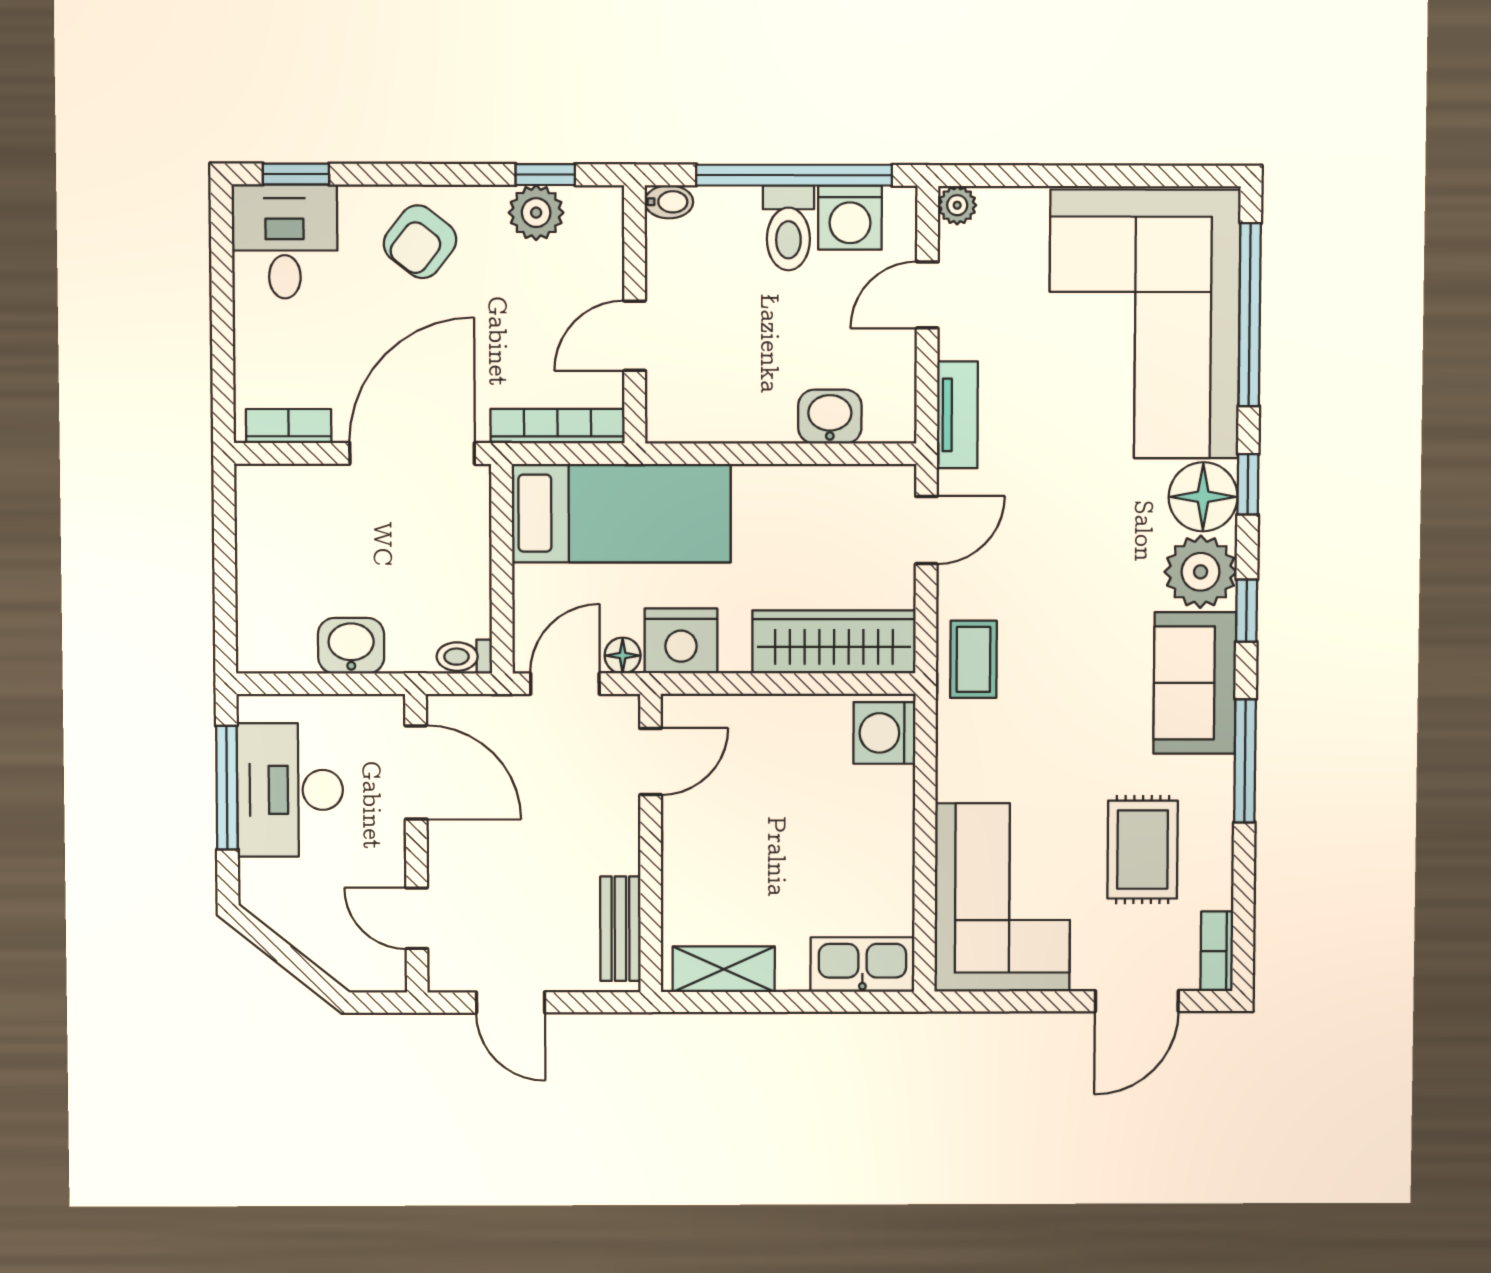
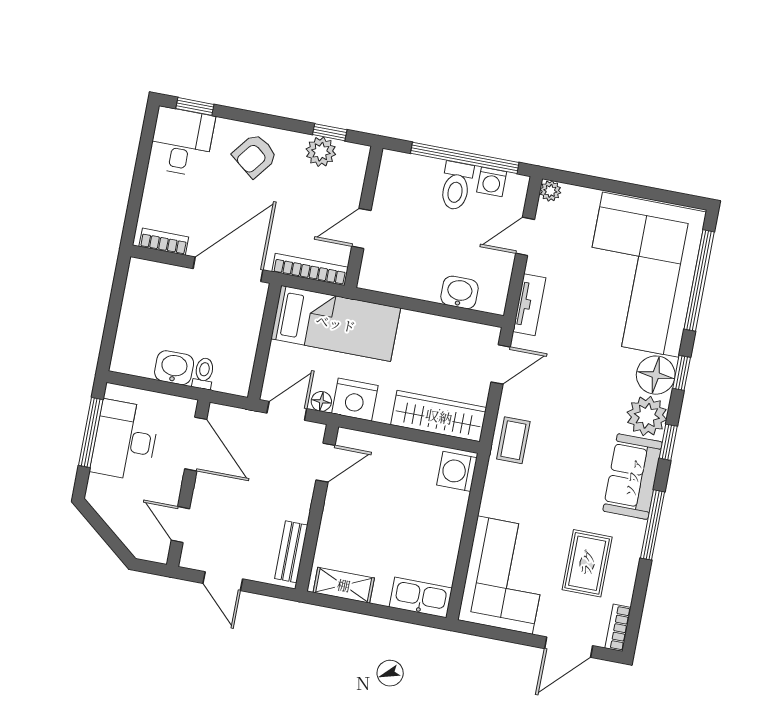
bidet: (669, 202) -> (394, 160), removed
washing machine: (850, 218) -> (492, 182), width x0.73, depth x0.73
toilet: (464, 657) -> (204, 373), moved, turned 90

